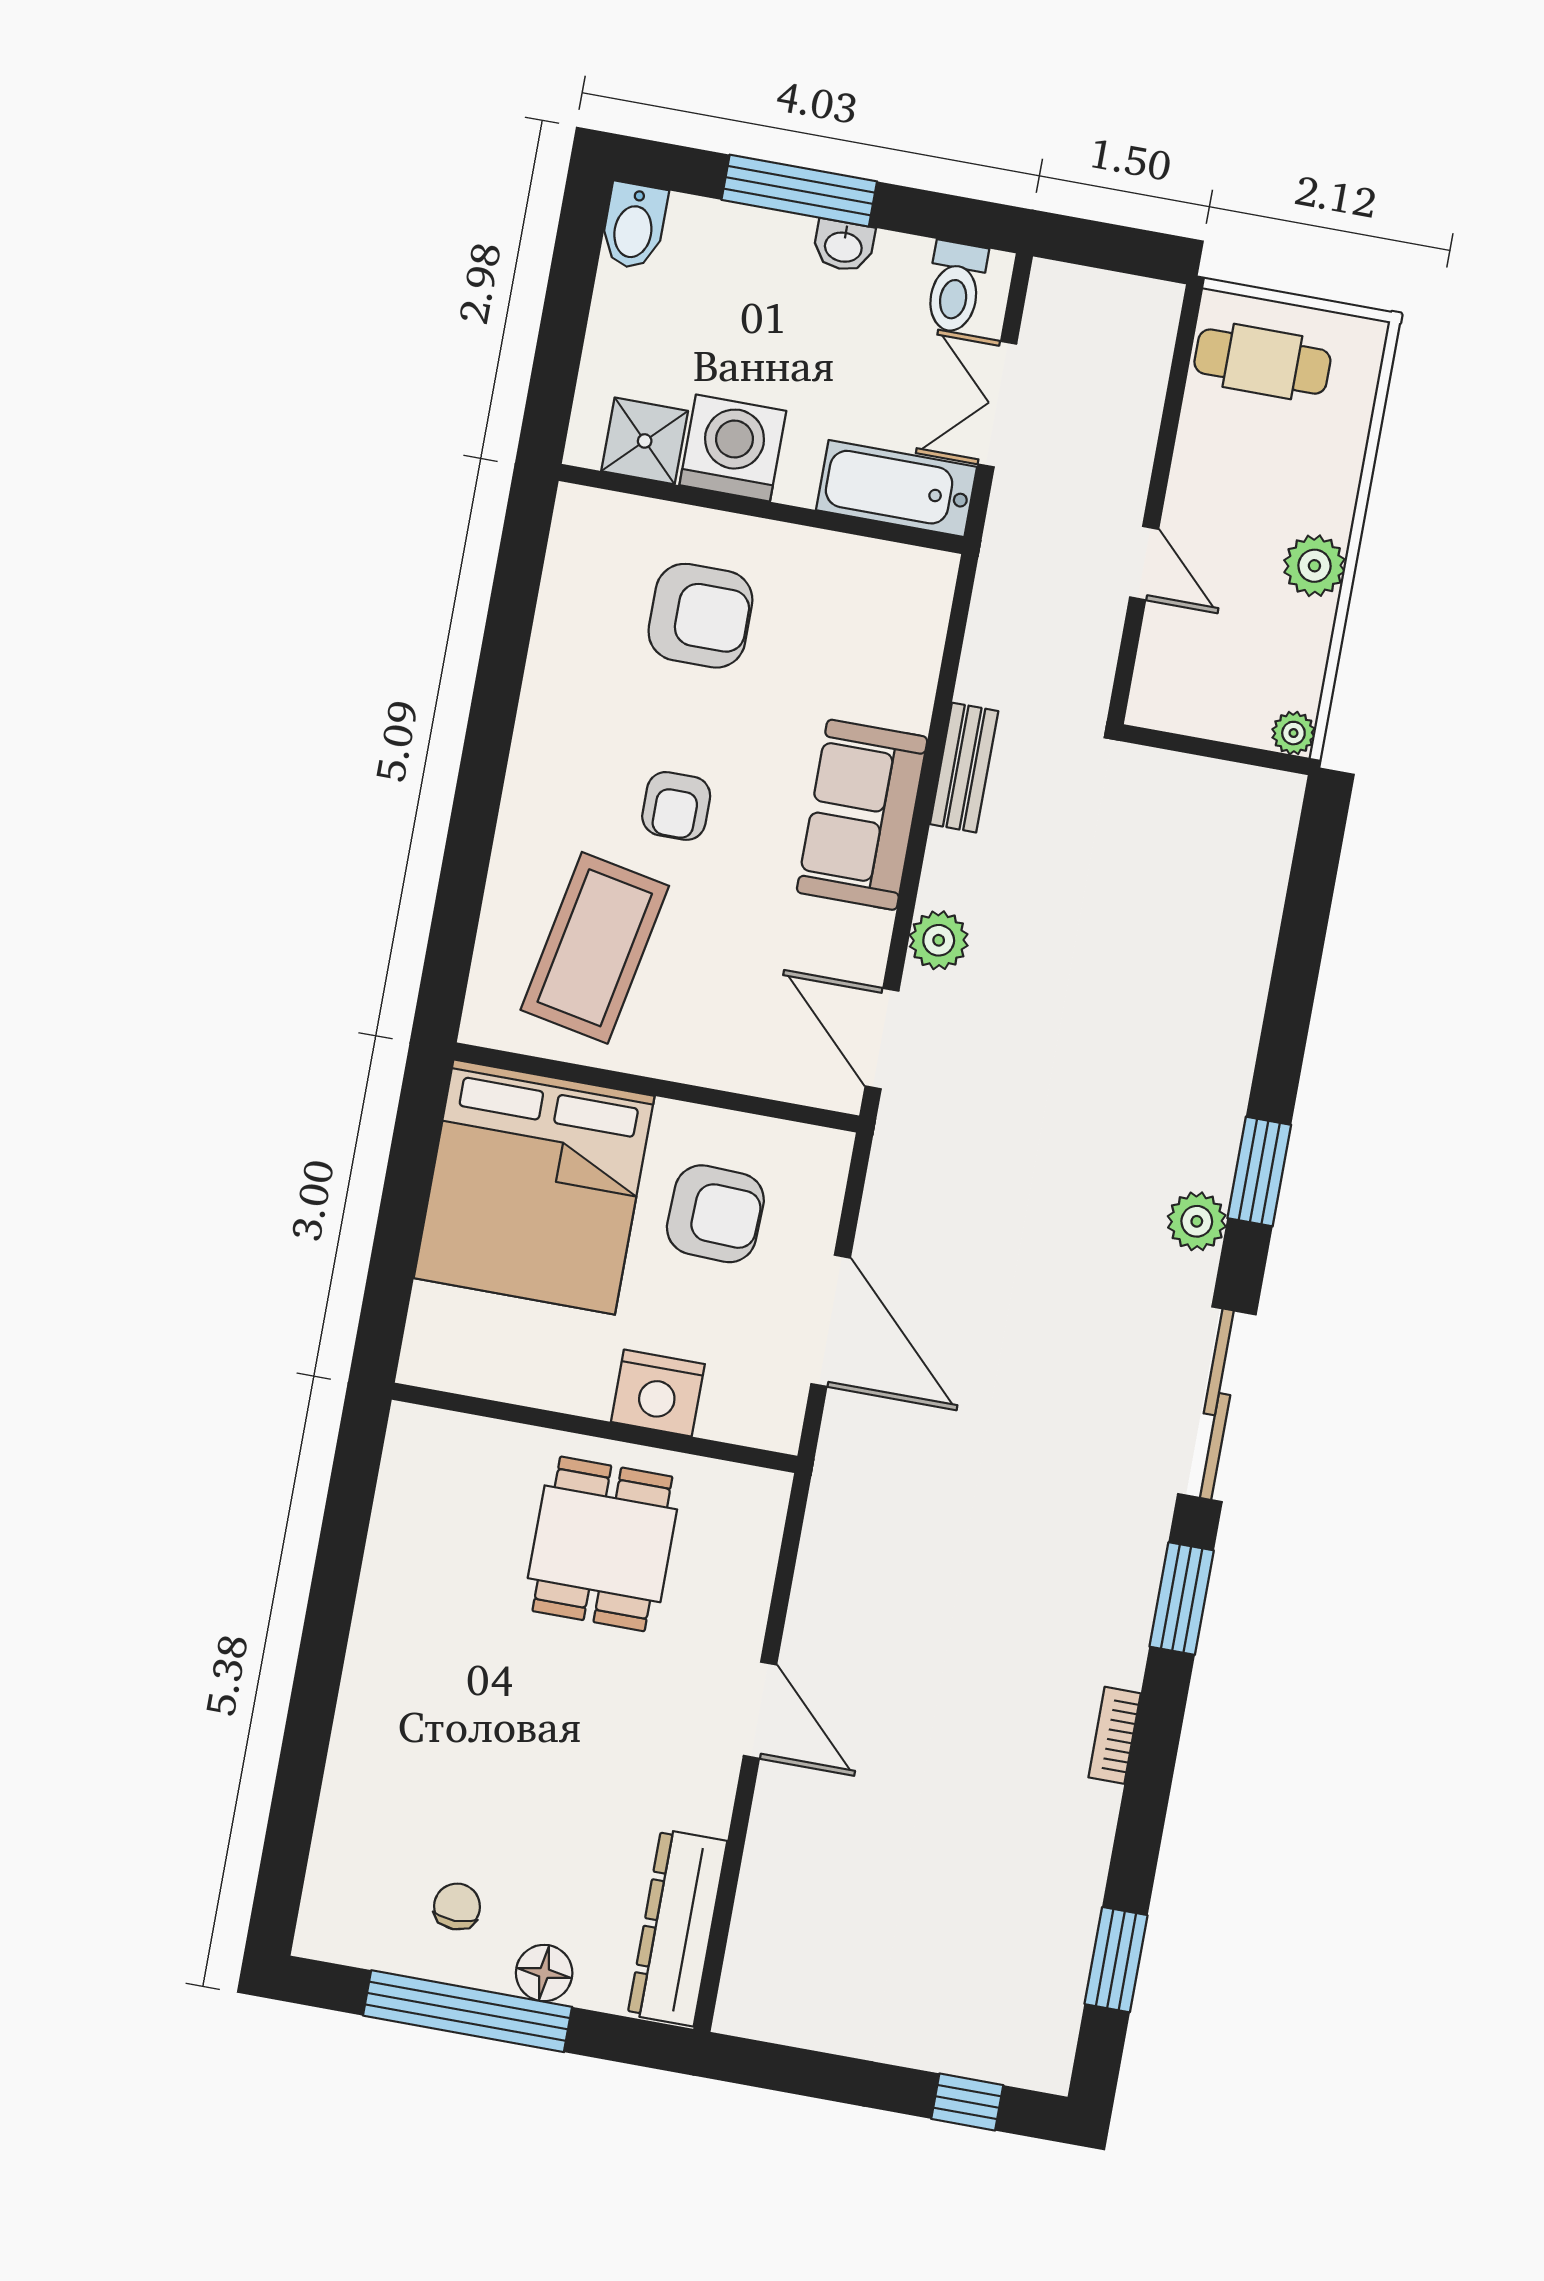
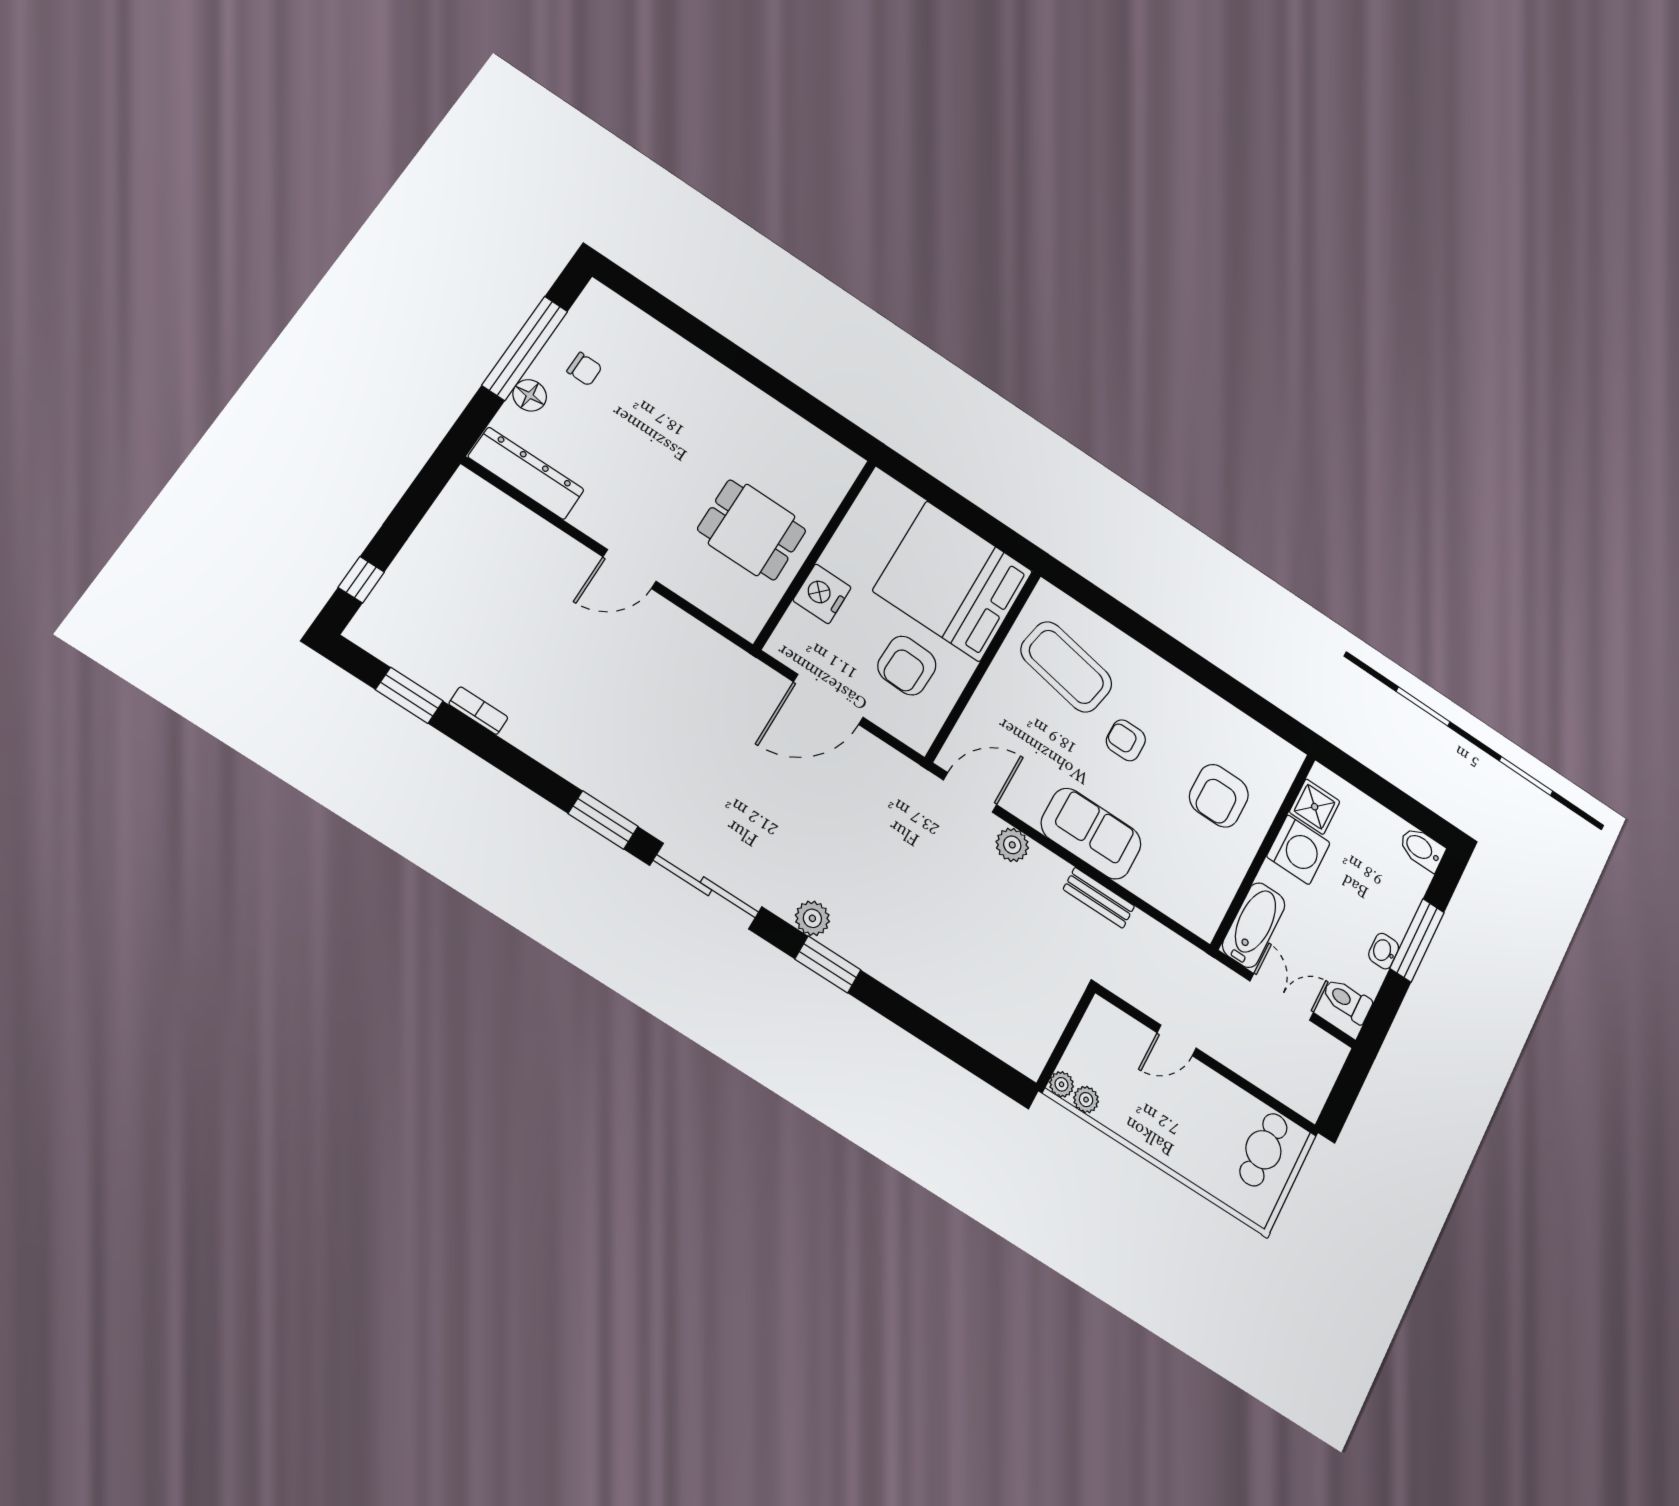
plant: (1314, 566) -> (1086, 1100), moved, width x0.73, depth x0.73
bookcase: (1115, 1735) -> (478, 711), moved

